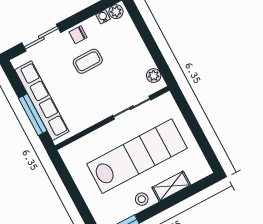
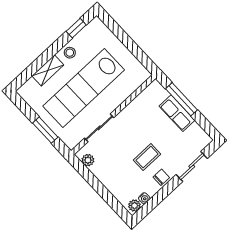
row of seats: (42, 101) -> (177, 113), width x0.50
window: (192, 121) -> (45, 130), added

